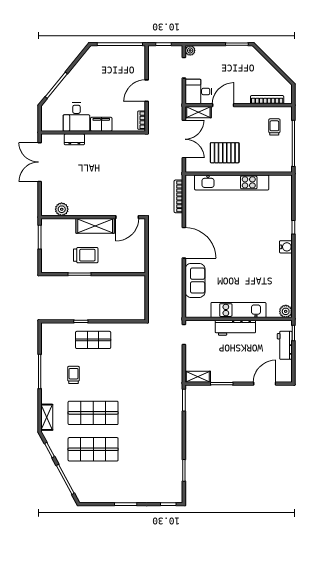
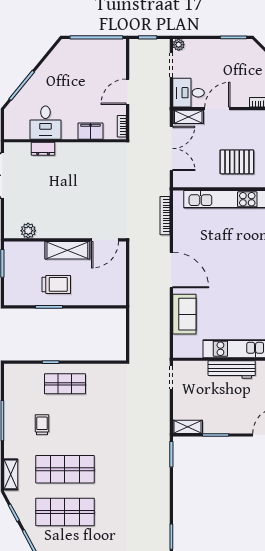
filing cabinet: (101, 124) -> (90, 131), moved
pallet: (225, 153) -> (237, 162), moved

